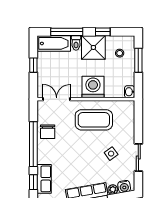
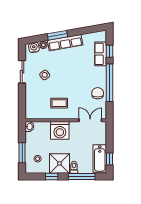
bathtub: (54, 43) -> (100, 159), moved, turned -90
window: (33, 65) -> (109, 159), moved
double door: (57, 99) -> (90, 120), swing flipped
coffee table: (94, 120) -> (59, 103), width x0.54, depth x0.58

